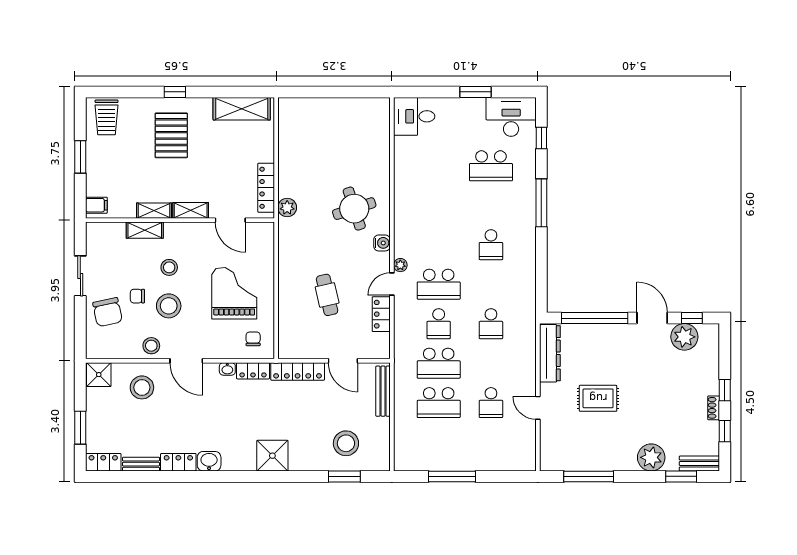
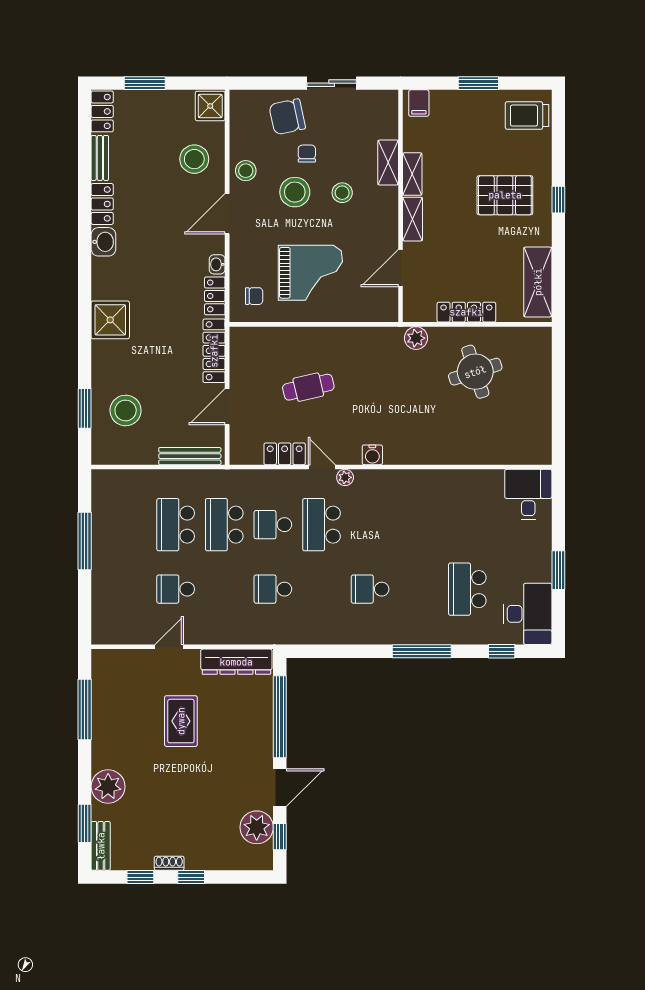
locker: (266, 188) -> (466, 312), moved
round table: (354, 209) -> (475, 372), moved

